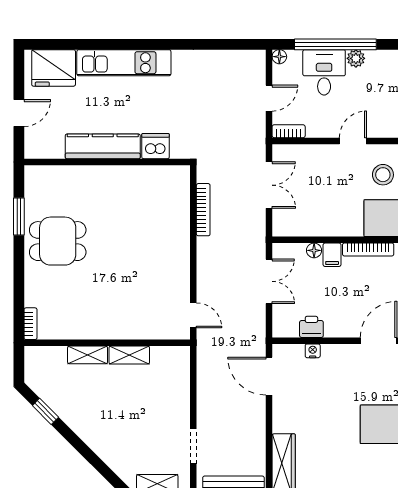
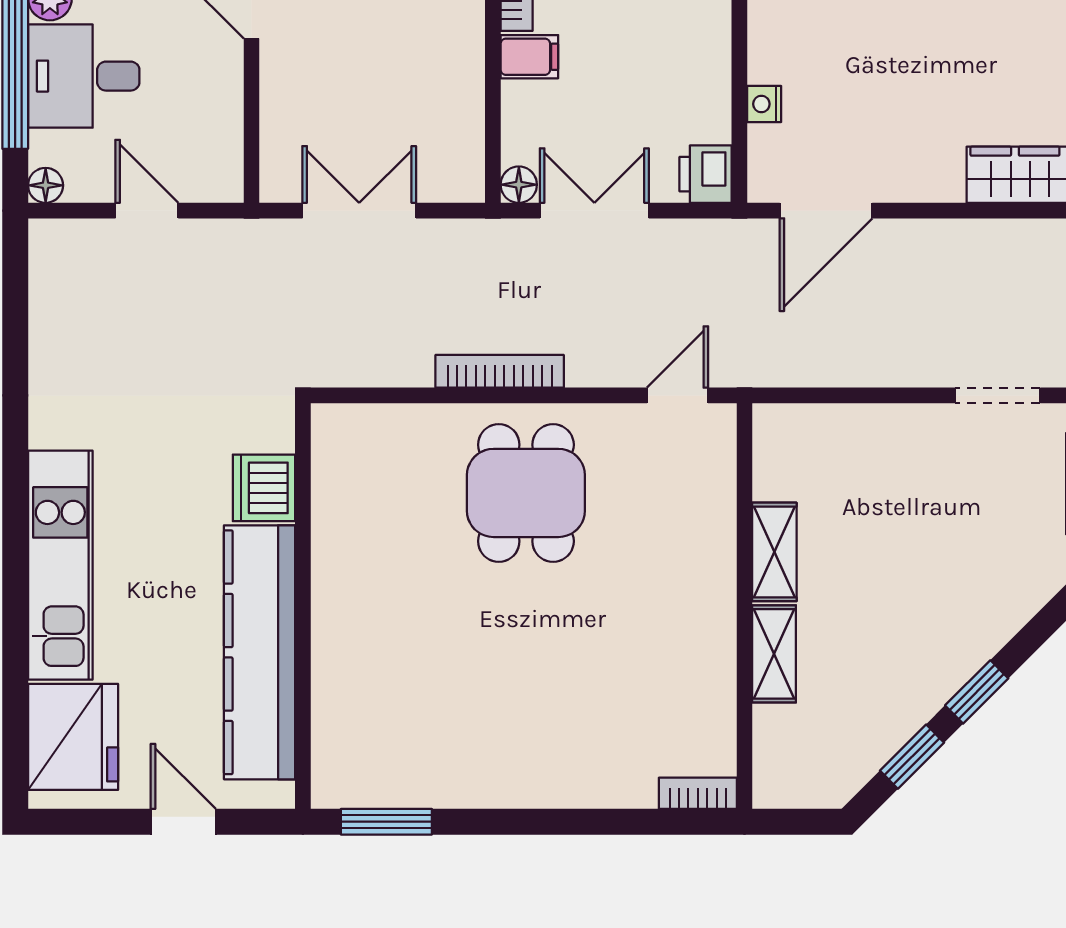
bookcase: (289, 131) -> (228, 163), removed
kitchen counter: (103, 146) -> (260, 652), width x1.39, depth x1.17
bookcase: (203, 210) -> (500, 371), moved
window: (19, 217) -> (386, 822), moved
dining table: (58, 241) -> (526, 493), moved
floor lamp: (314, 250) -> (519, 185), moved
printer: (311, 327) -> (706, 174), moved
window: (72, 438) -> (977, 692), added

